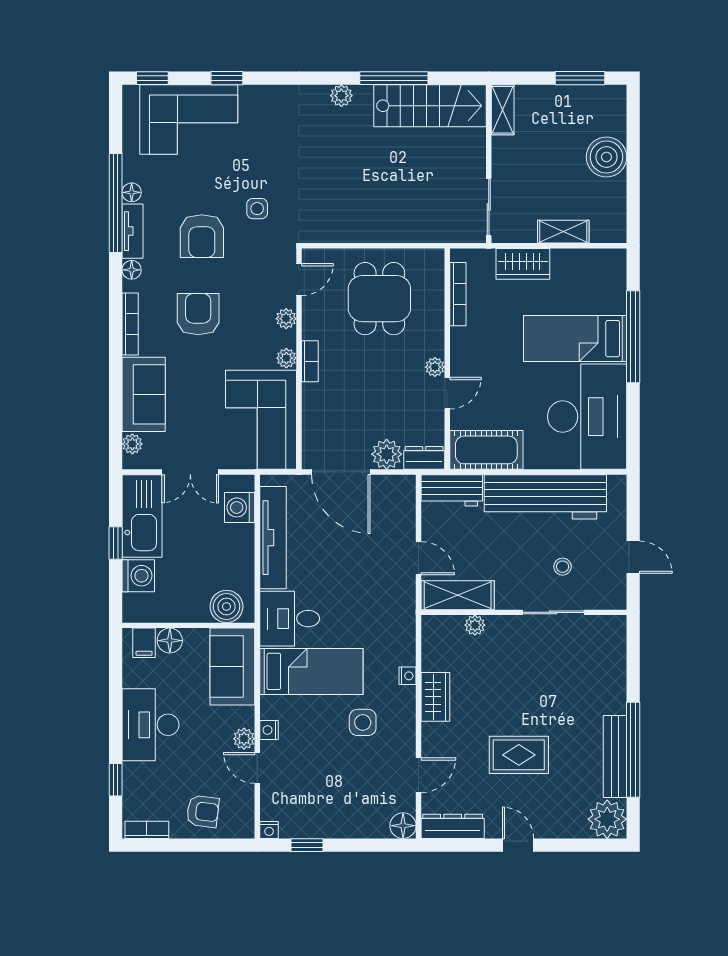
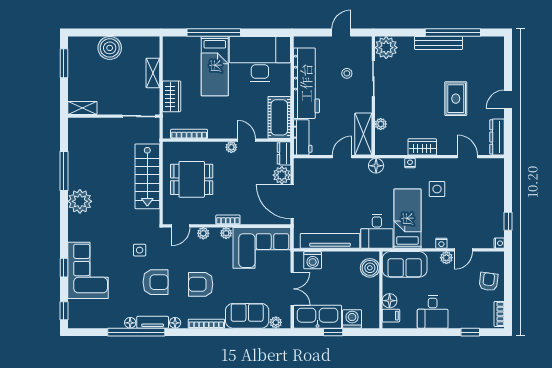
plant: (341, 96) -> (80, 201), width x1.88, depth x1.88
stairs: (430, 106) -> (147, 176), moved, turned 180
corner sofa: (189, 119) -> (88, 270), moved
door: (299, 280) -> (181, 226), swing flipped
door: (341, 472) -> (292, 202), swing flipped
desk: (150, 725) -> (433, 312), width x0.73
bench: (615, 756) -> (438, 43), moved
plant: (607, 819) -> (386, 48), moved
floor lamp: (403, 826) -> (376, 166), moved

